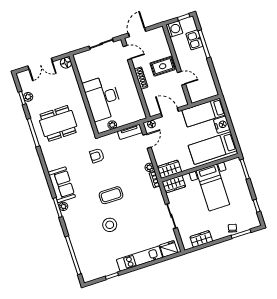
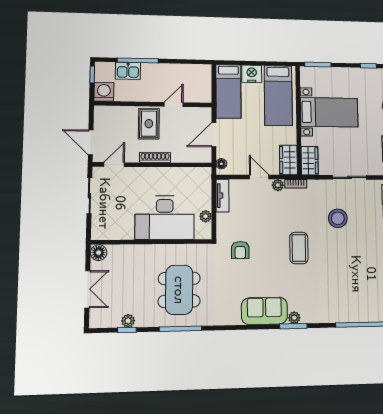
door: (147, 141) -> (259, 177), moved
stool: (110, 225) -> (338, 218), moved

